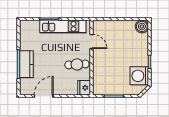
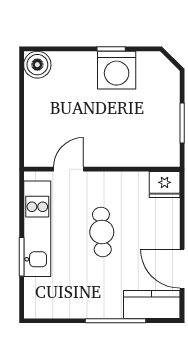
kitchen counter: (26, 64) -> (152, 304), moved
cafe table: (77, 64) -> (102, 232), moved
washing machine: (139, 76) -> (117, 70), moved

